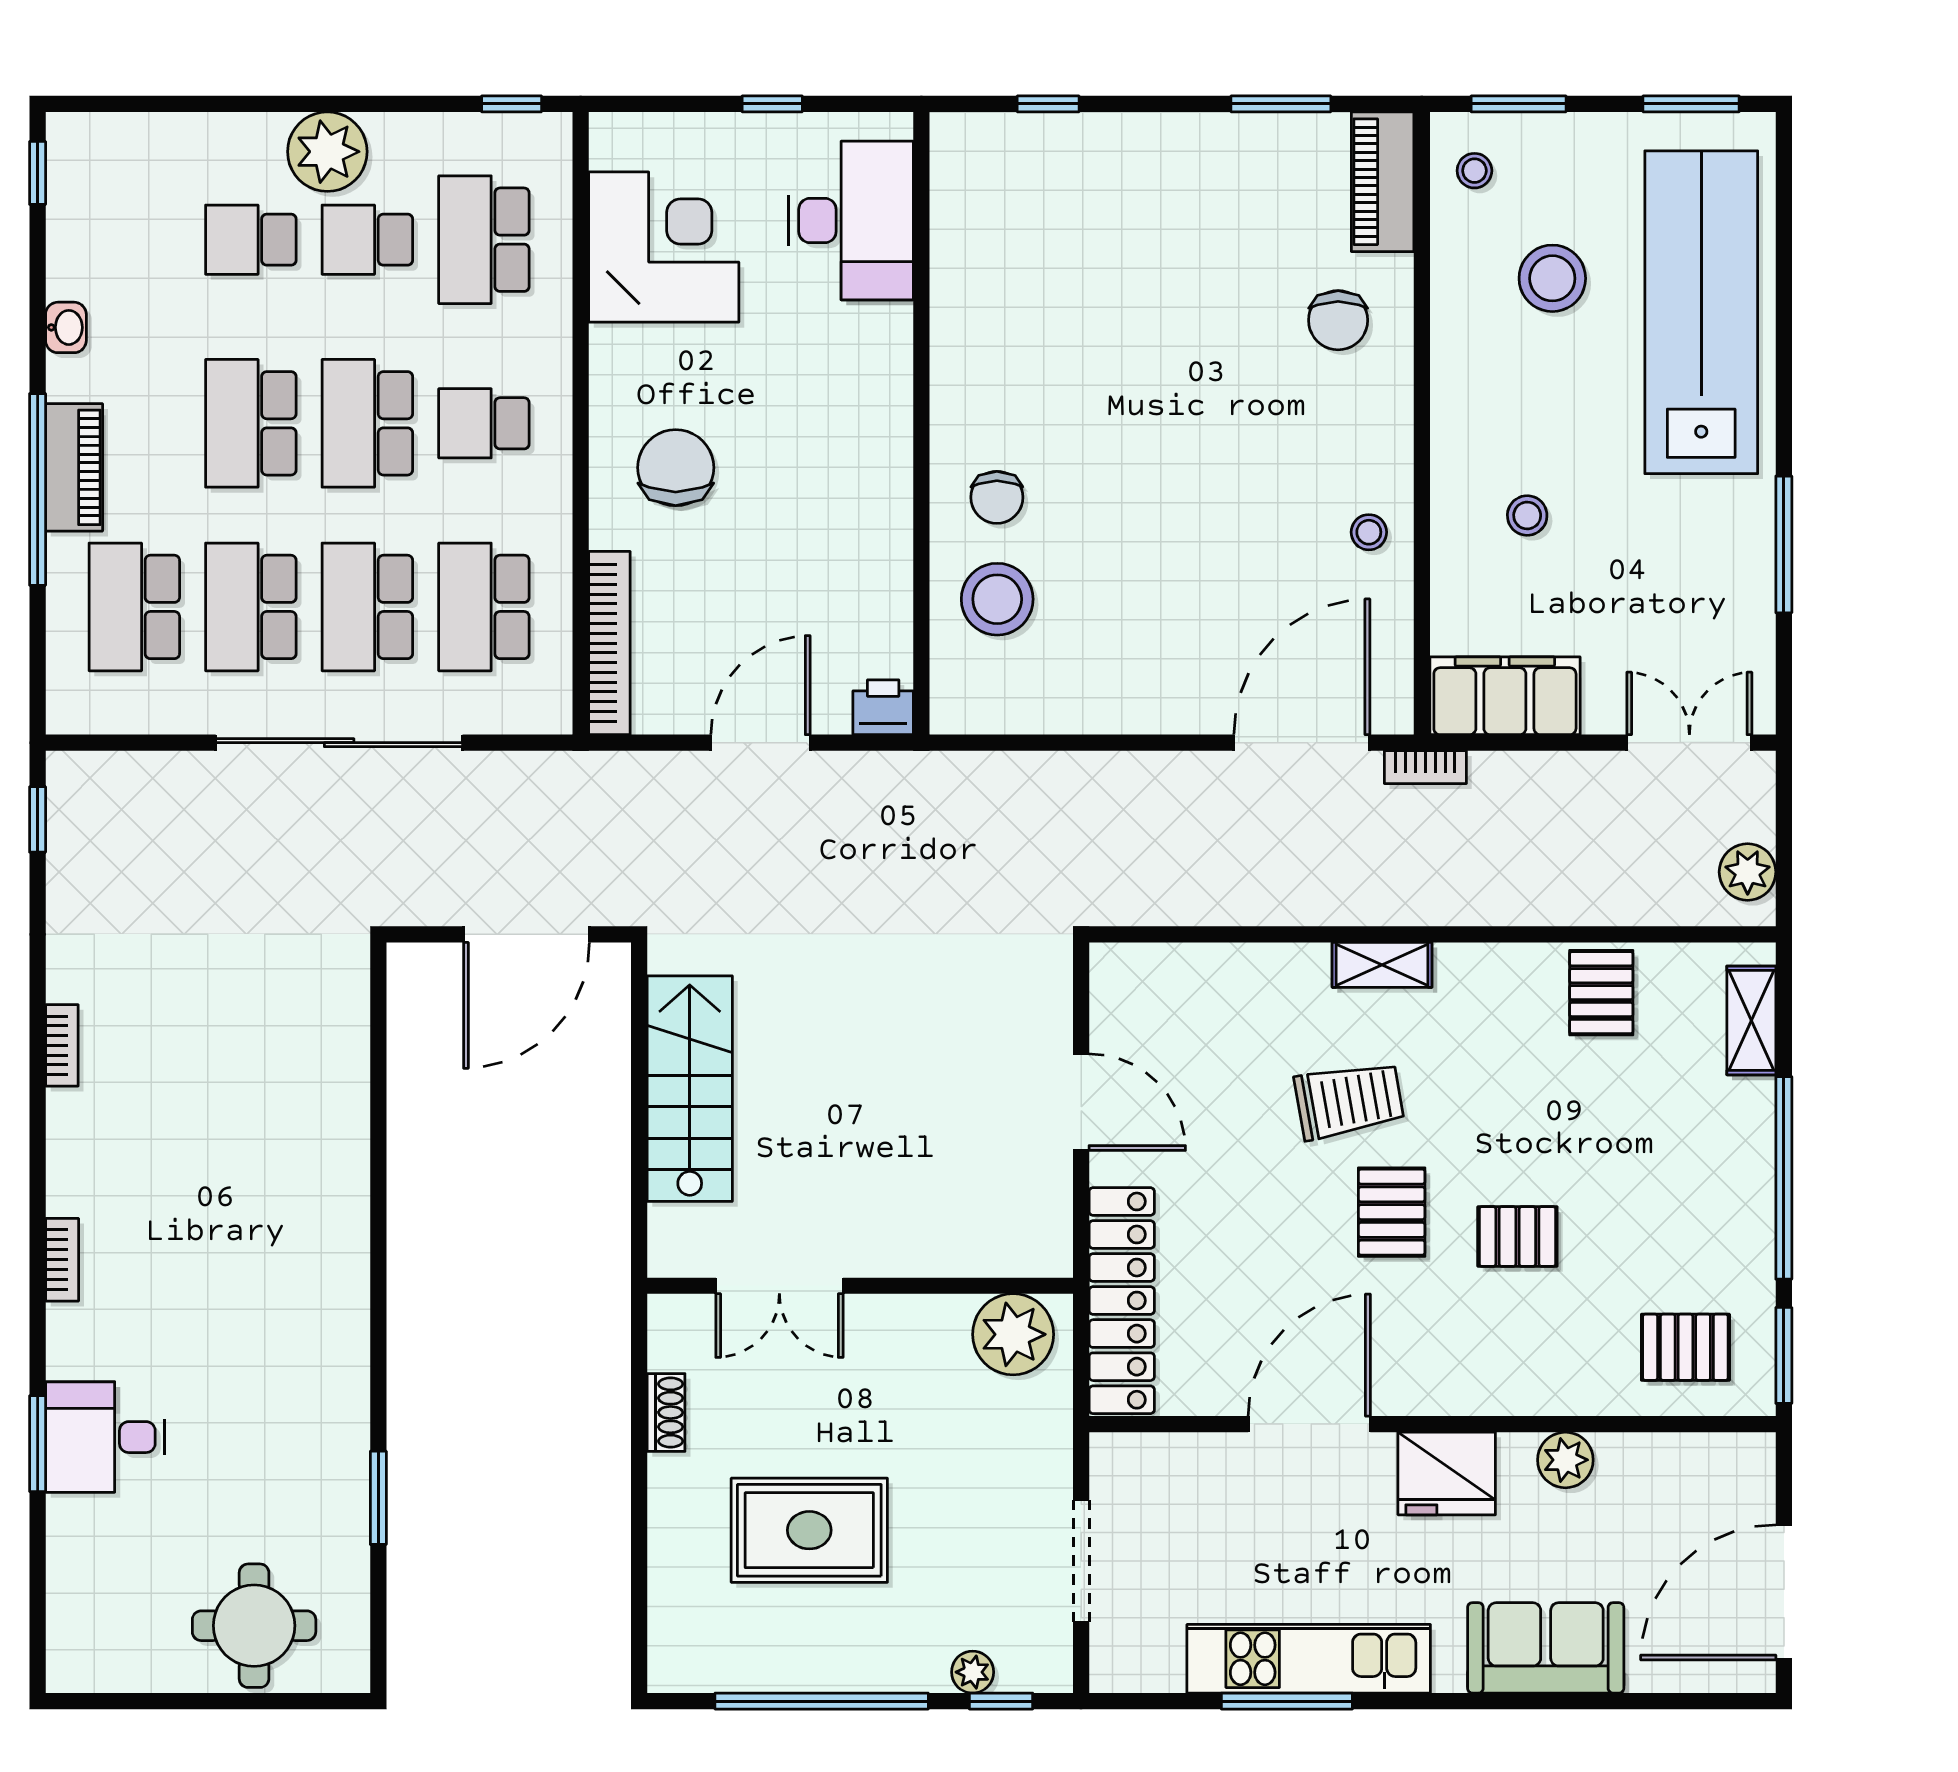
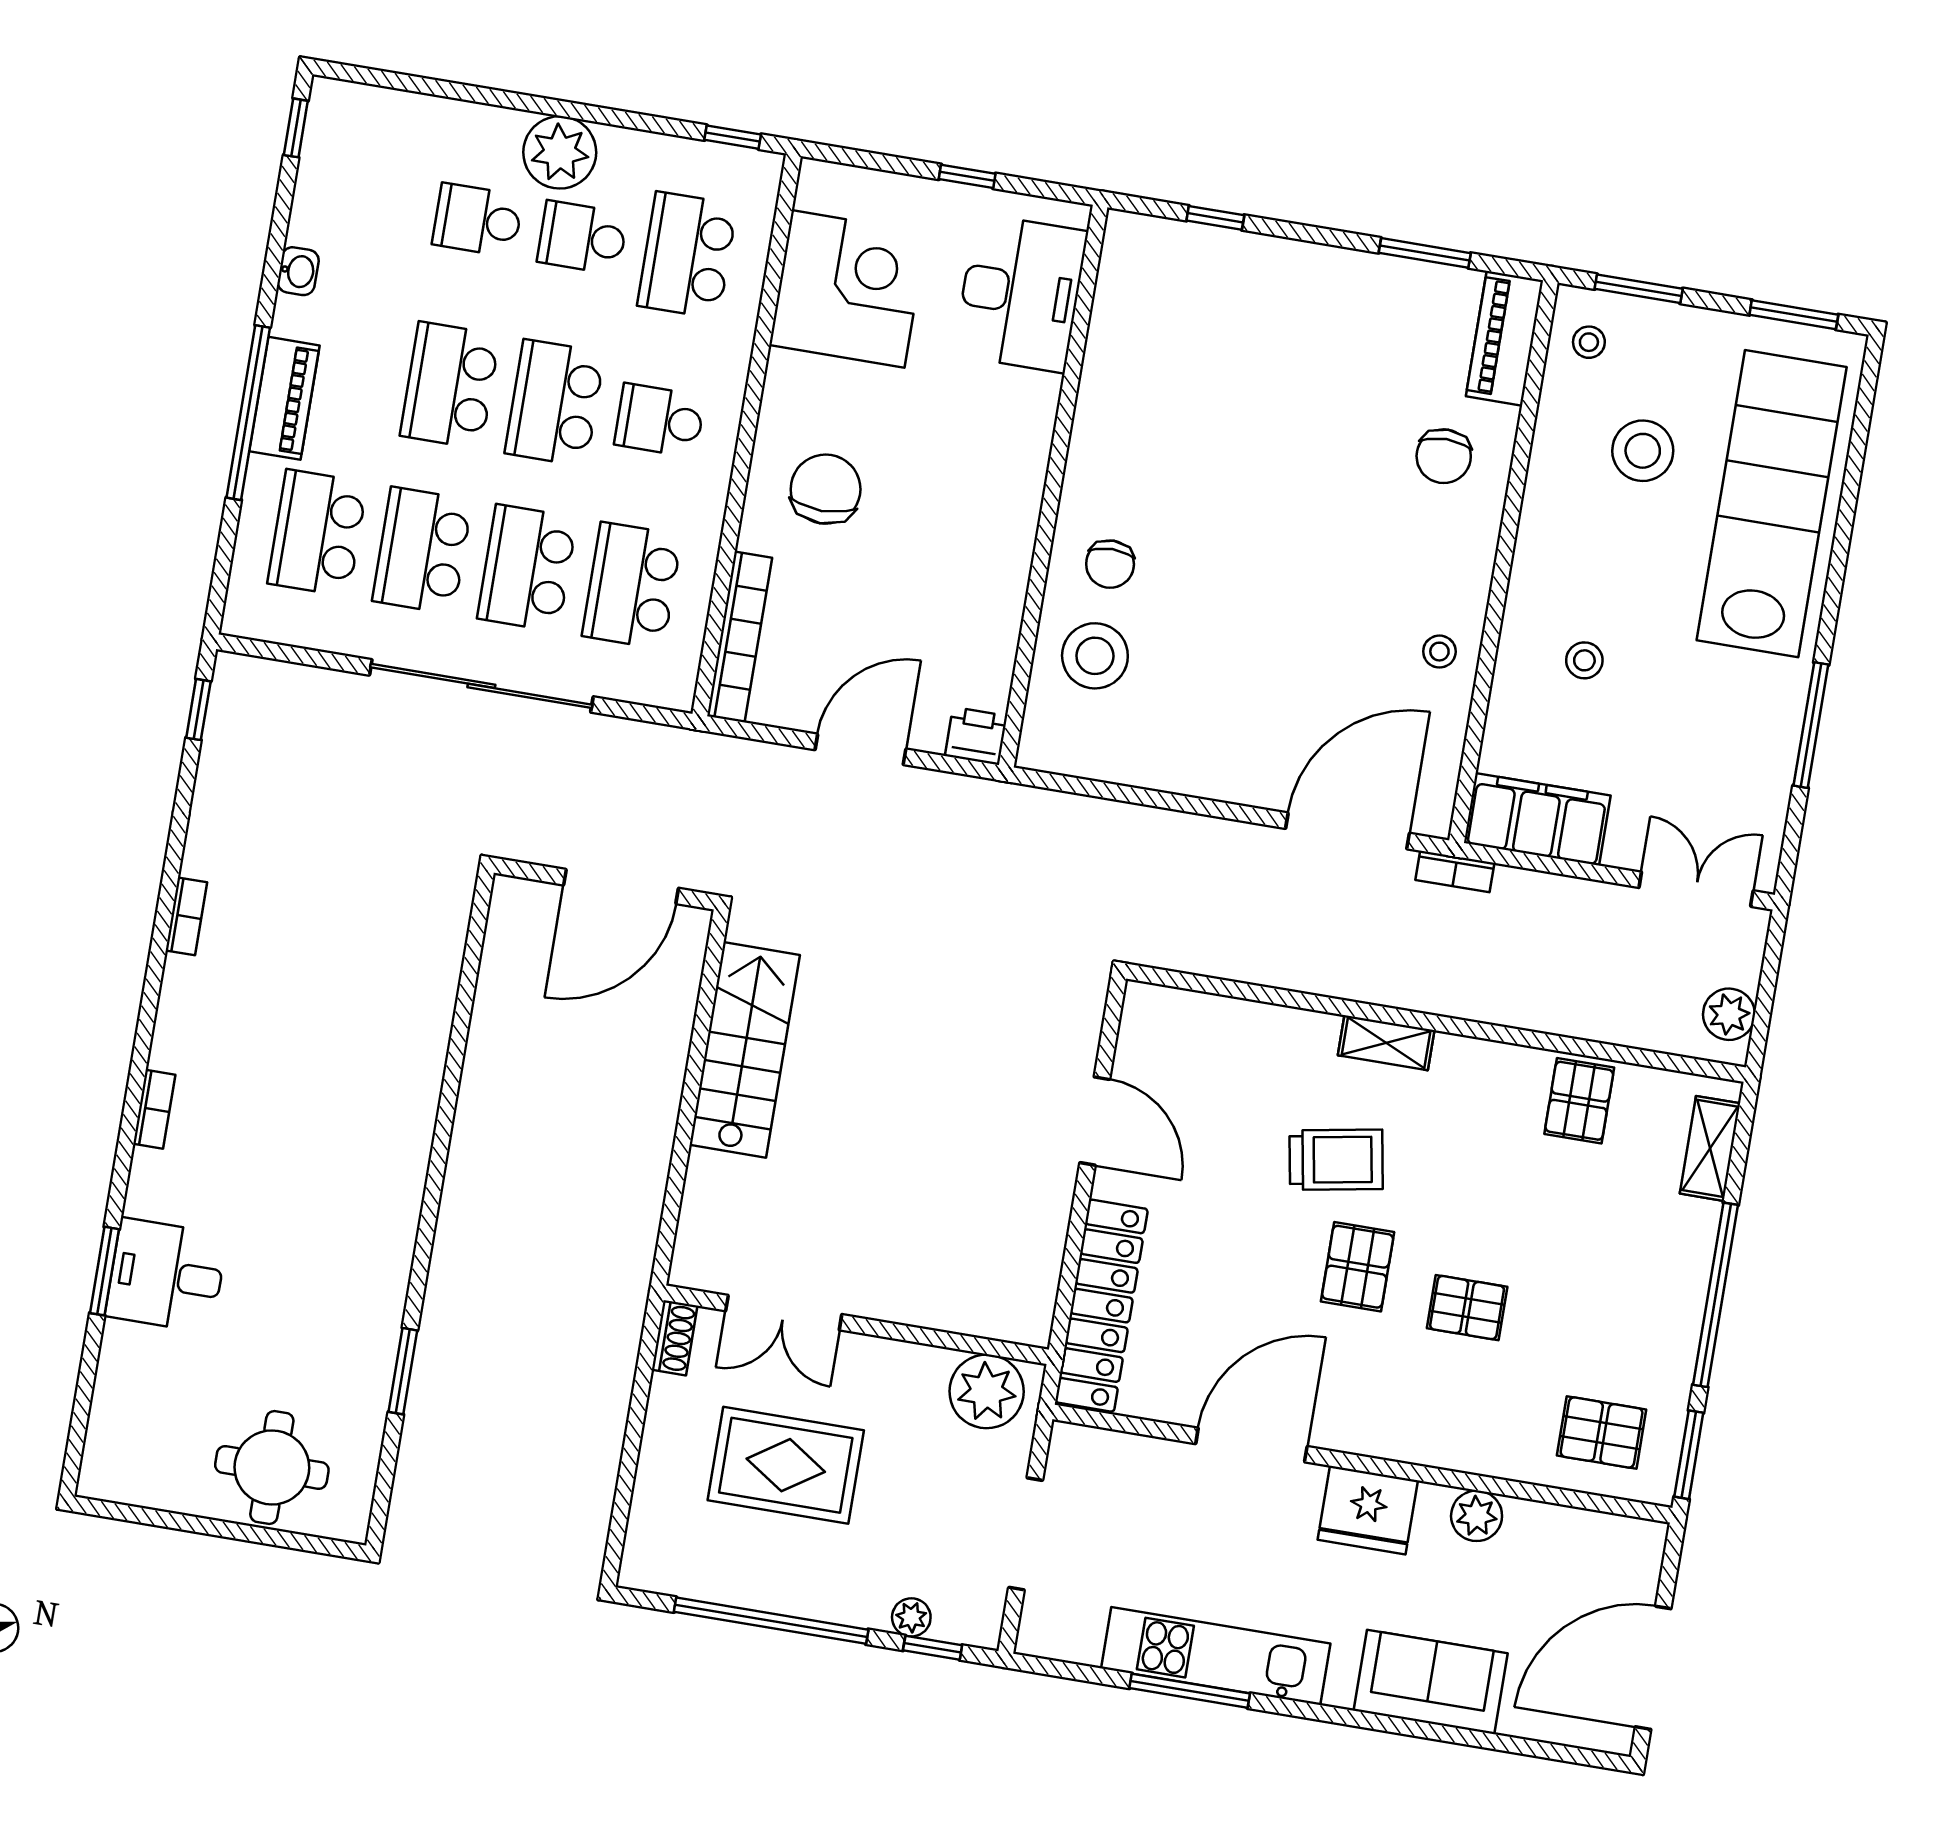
double door: (779, 1286) -> (784, 1313), moved
wall: (860, 1286) -> (856, 1325), moved
plant: (1013, 1334) -> (987, 1391), moved

